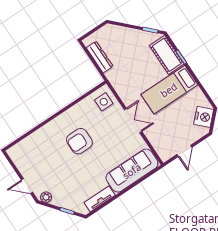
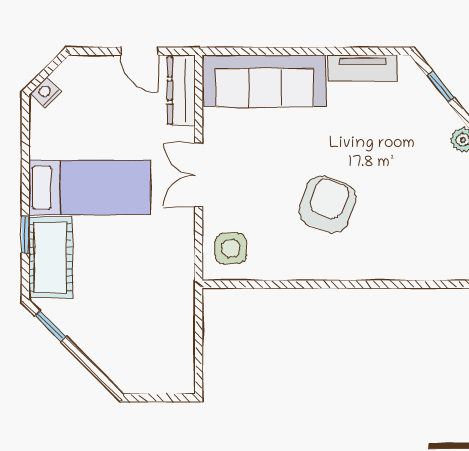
dresser: (100, 57) -> (181, 90), moved
nightstand: (204, 117) -> (46, 93), width x0.53, depth x0.56
armchair: (79, 141) -> (327, 204), turned -71
door: (184, 151) -> (139, 51), swing flipped

